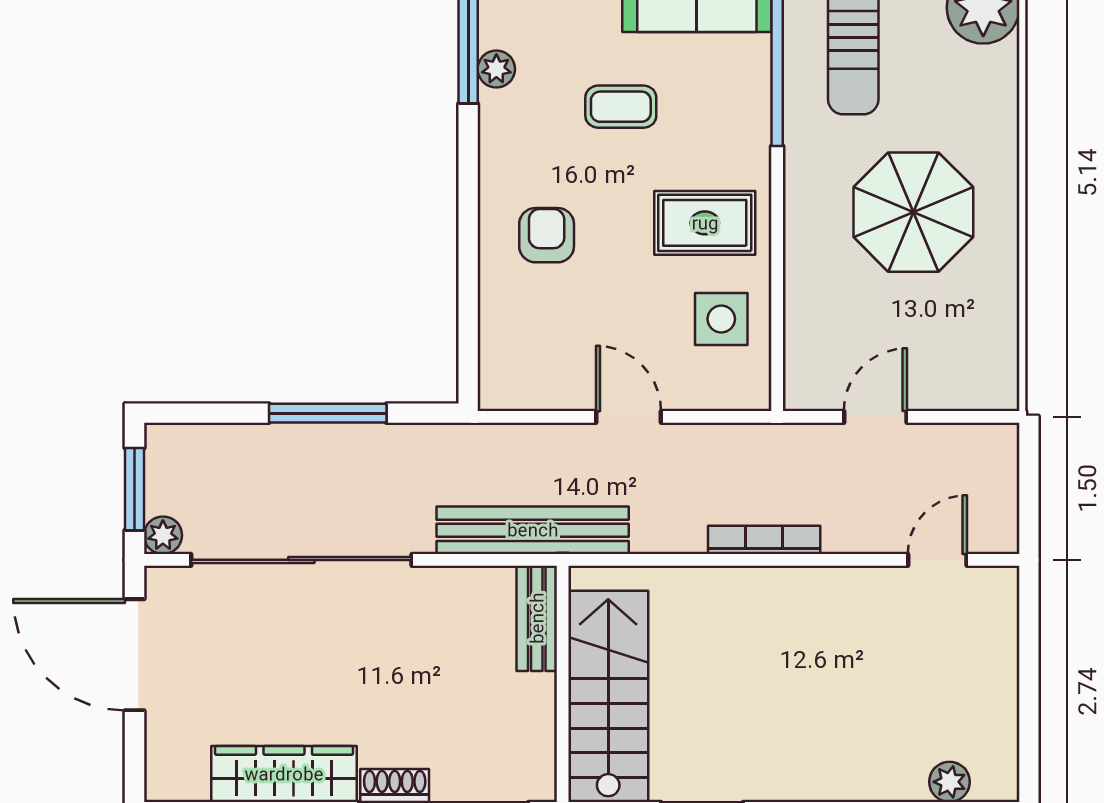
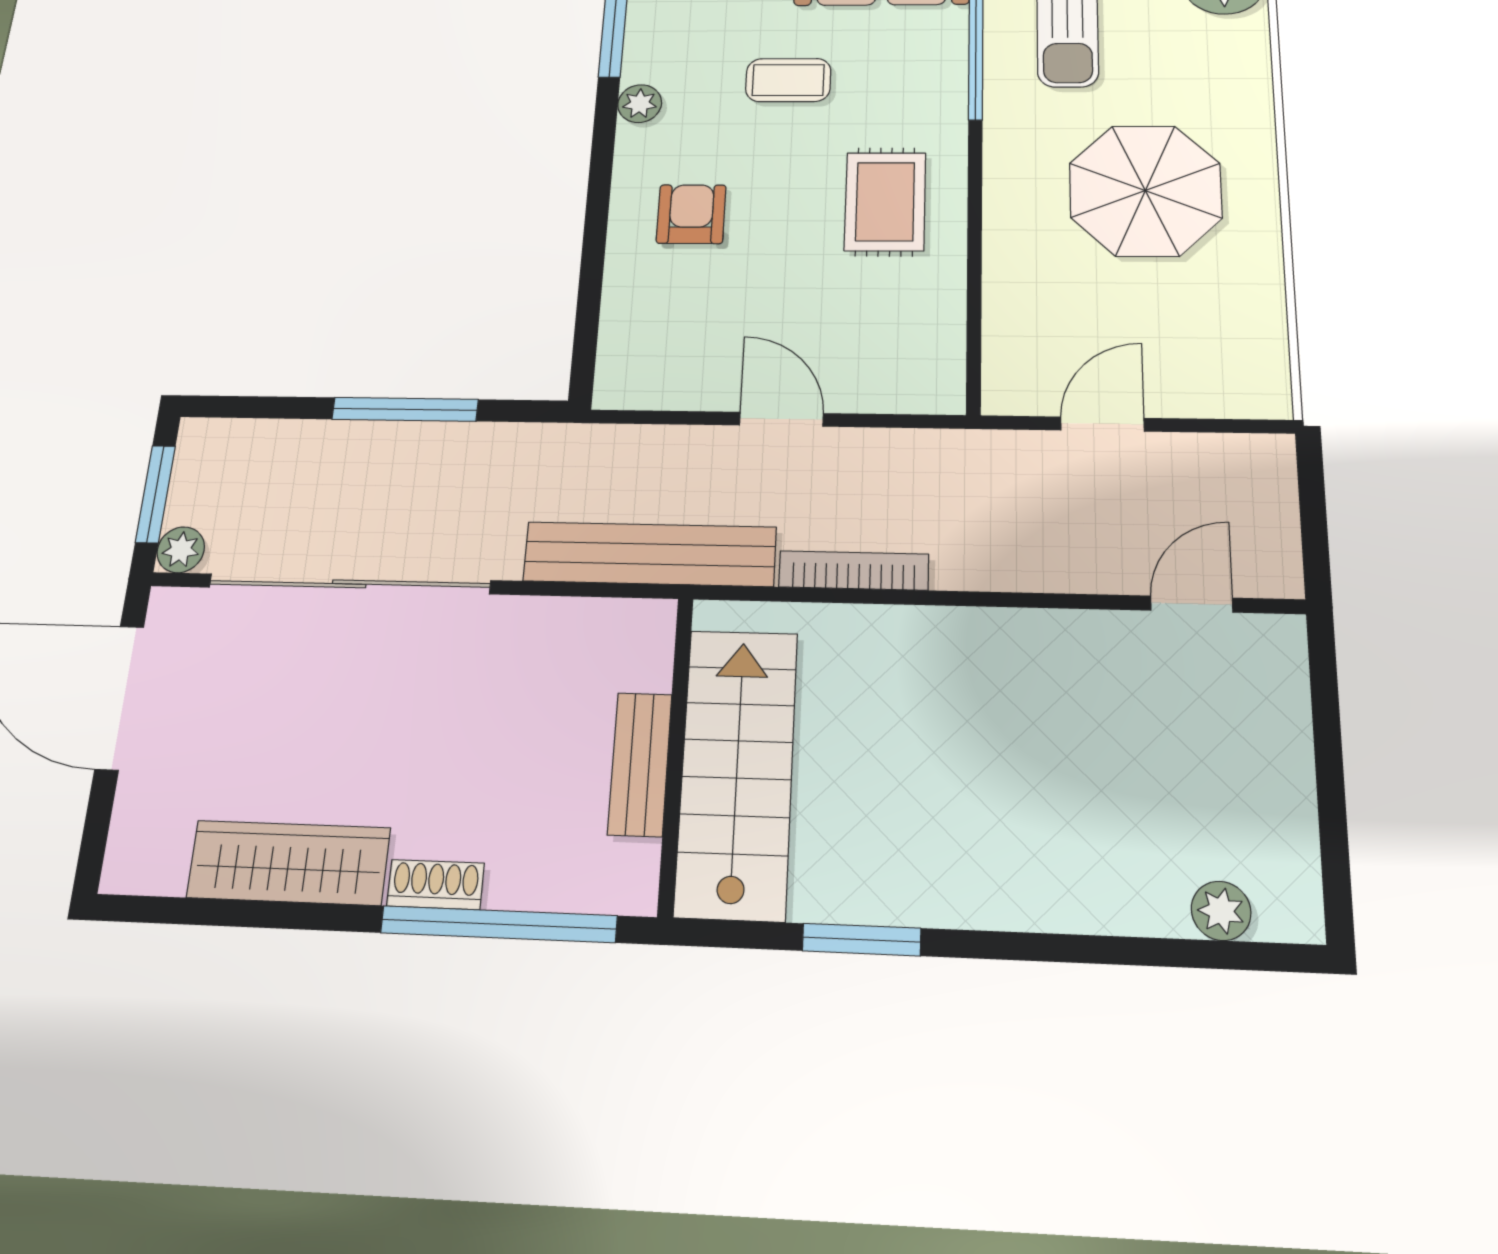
plant: (496, 69) -> (640, 104), moved
rug: (705, 223) -> (885, 202), turned 90
side table: (721, 319) -> (903, 308), removed
bookcase: (764, 540) -> (854, 571), moved
bench: (537, 618) -> (640, 764), moved

